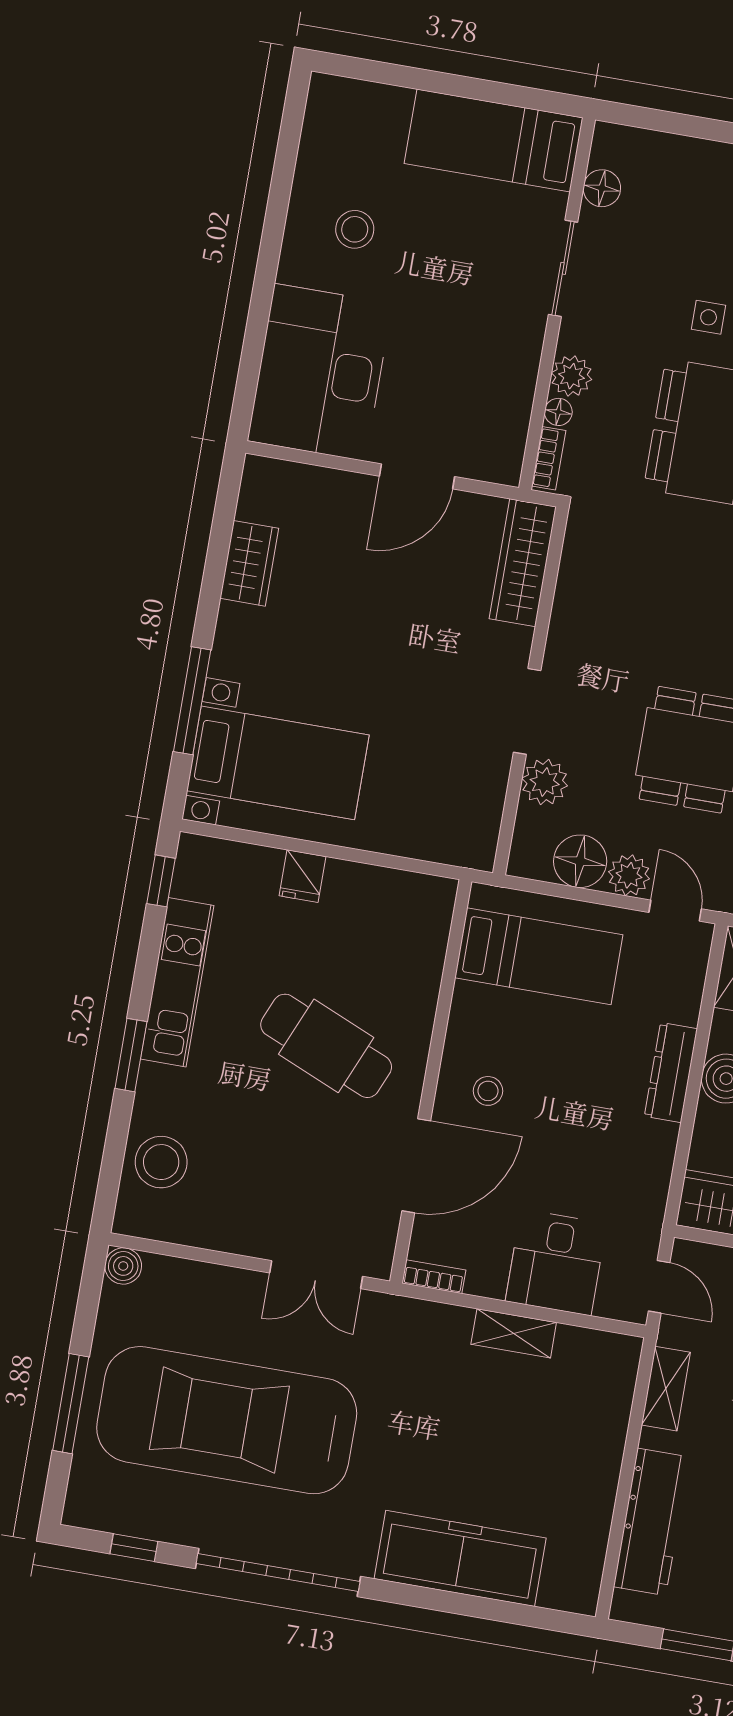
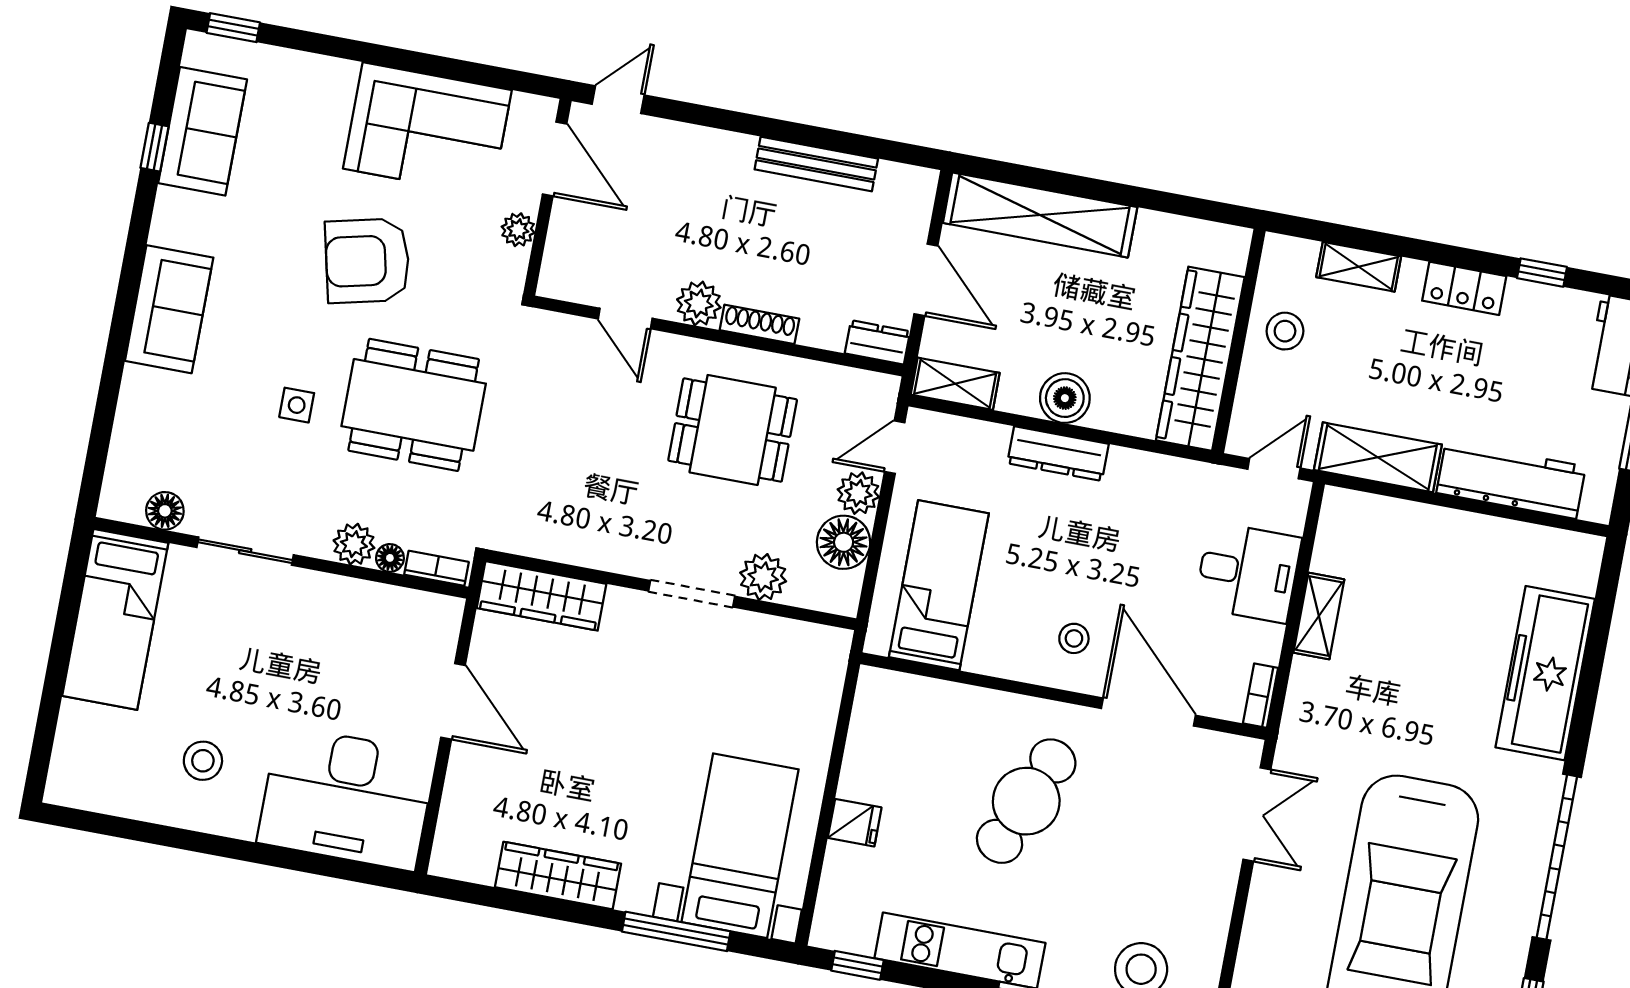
wardrobe: (249, 563) -> (558, 875), width x1.50
shelving: (666, 1389) -> (1378, 457), width x1.50, depth x1.33

